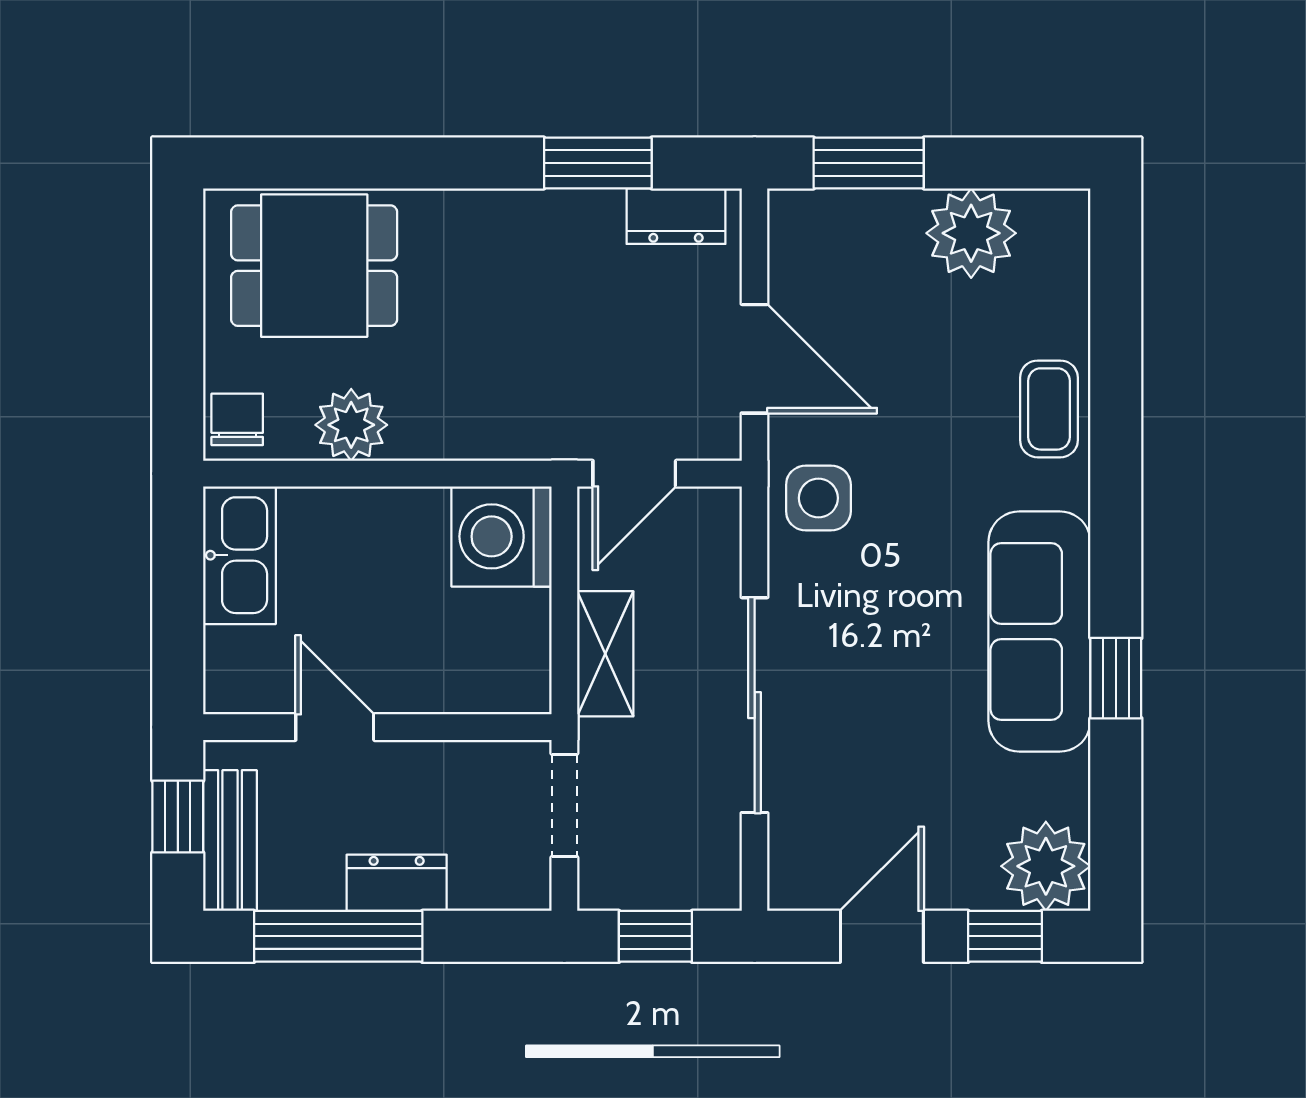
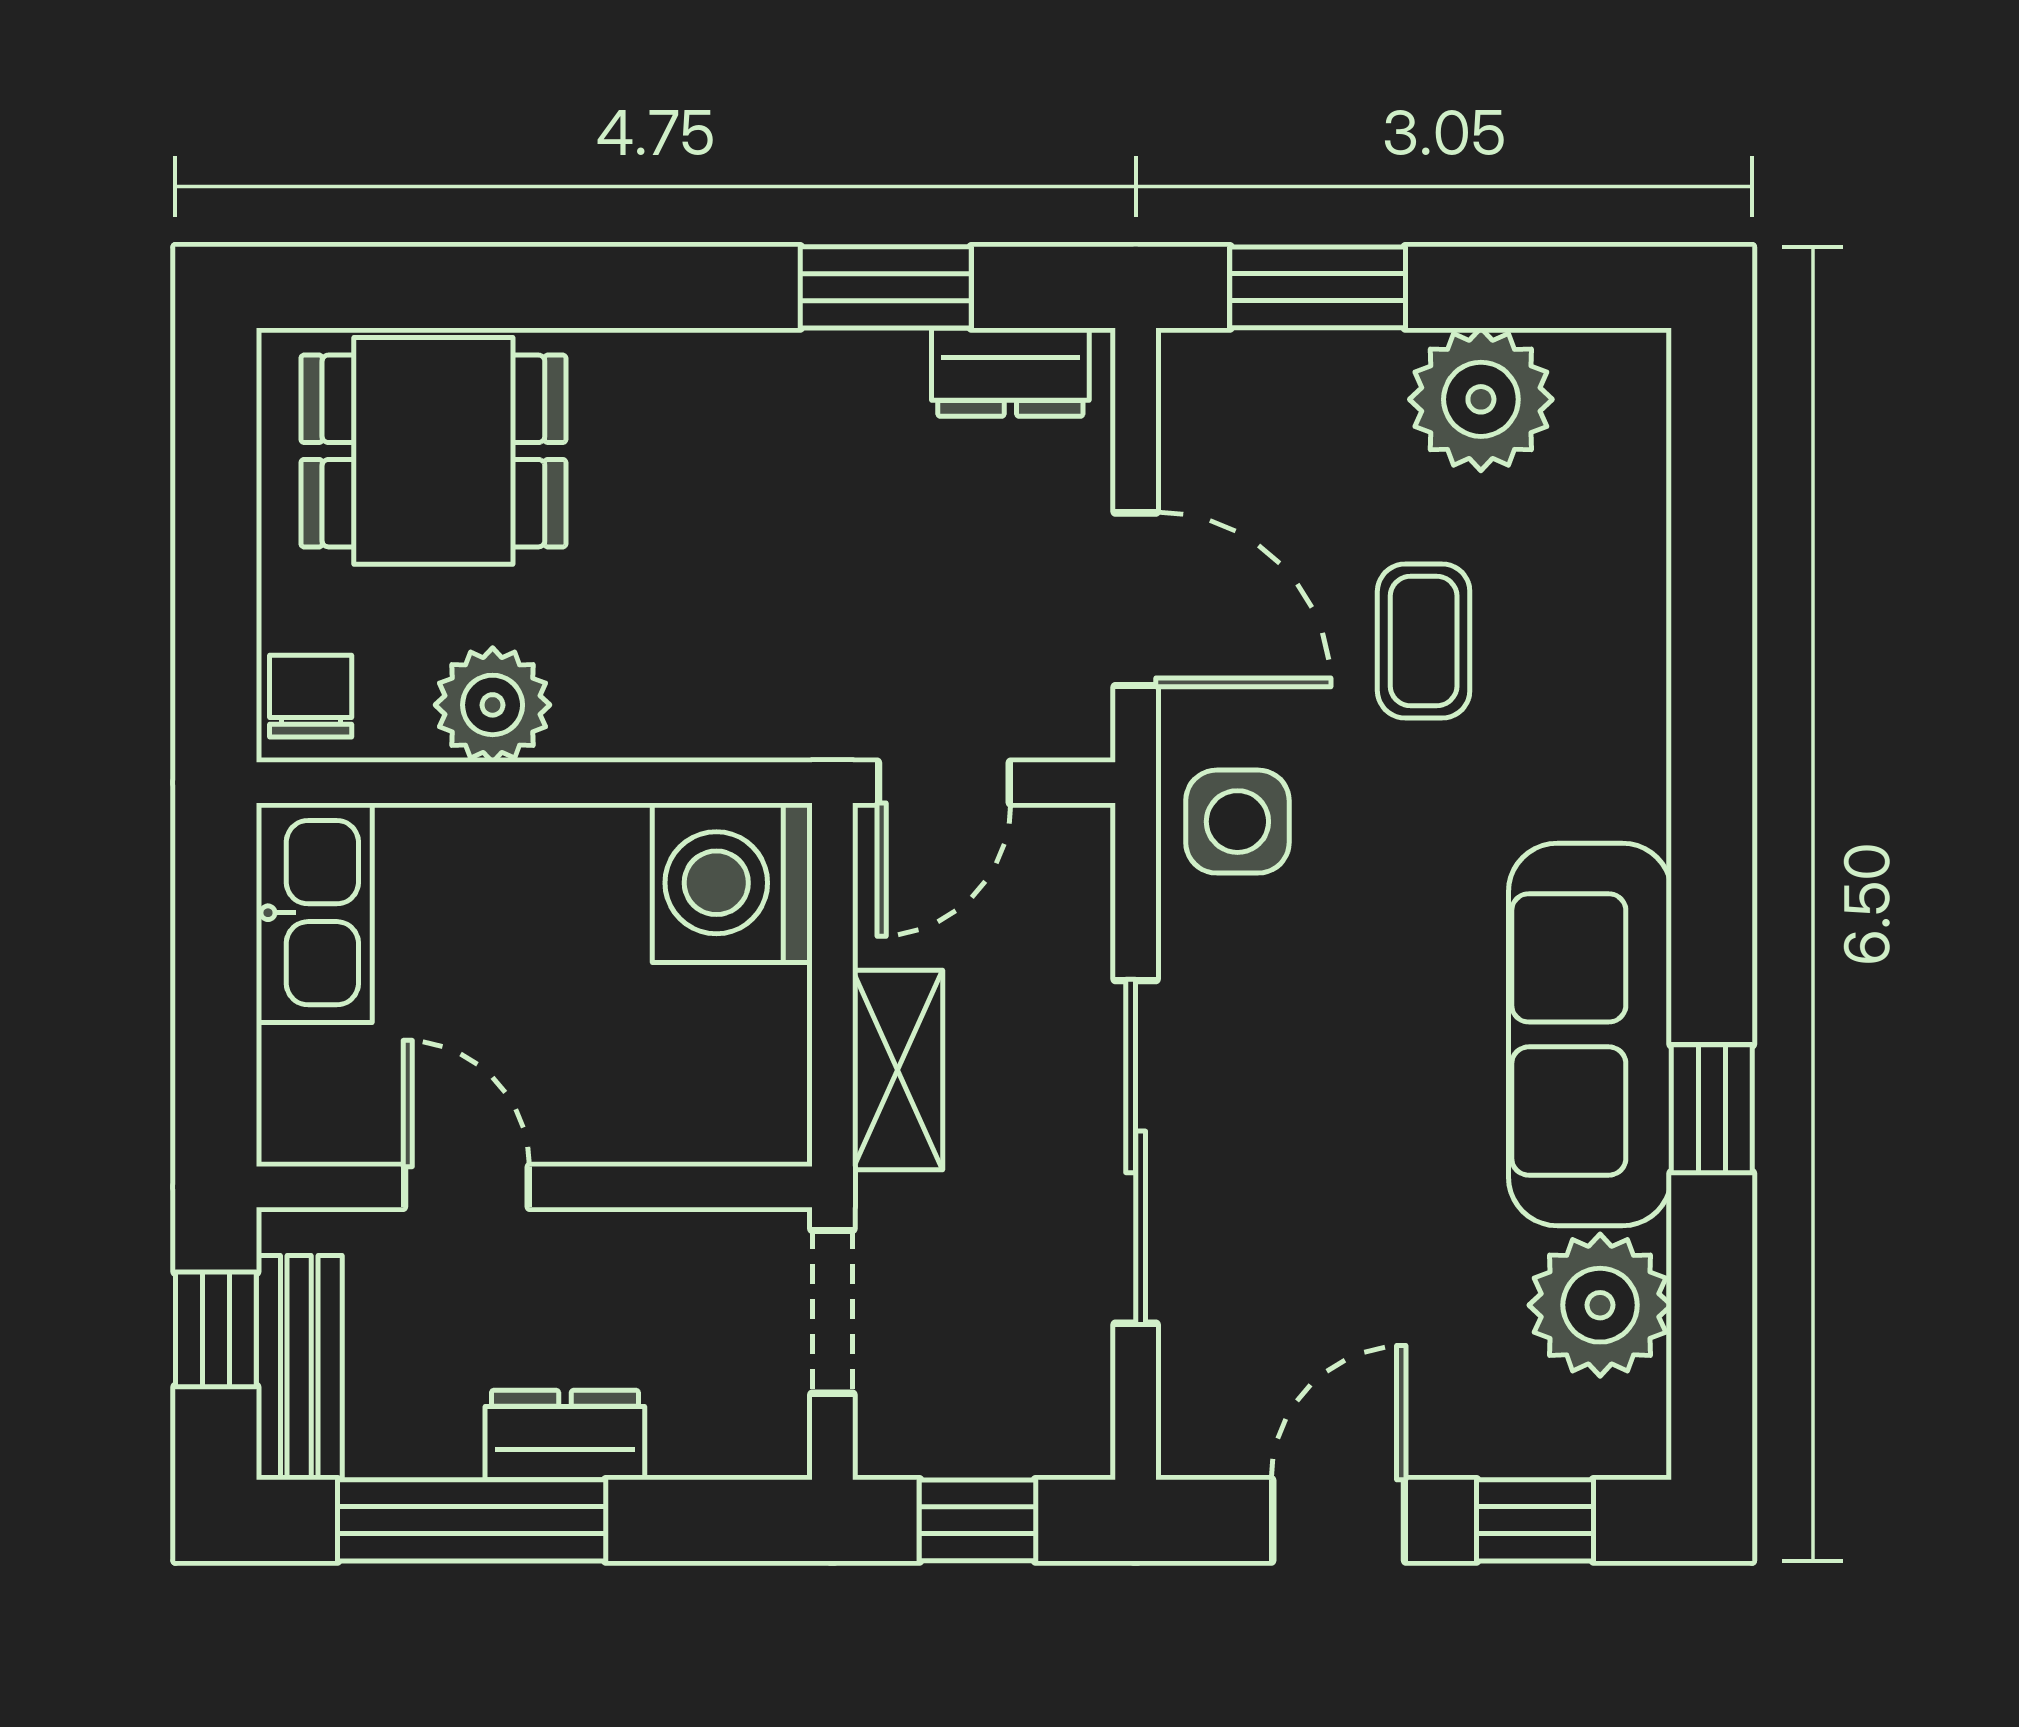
coffee table: (1049, 409) -> (1424, 641), moved
plant: (1046, 866) -> (1600, 1305), moved

